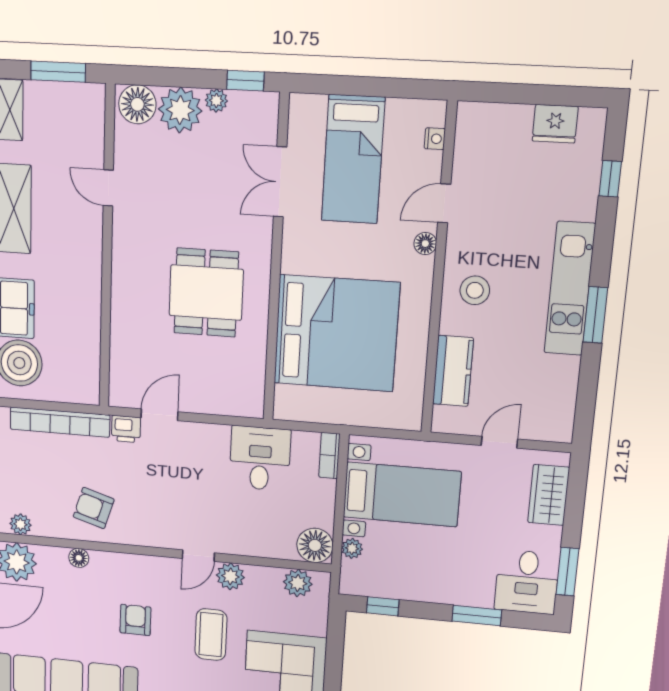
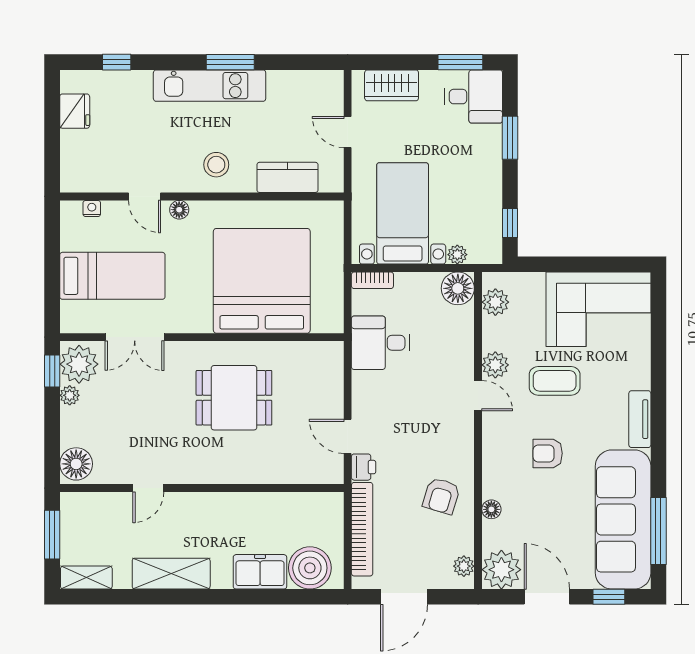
plant: (180, 110) -> (79, 364), moved

